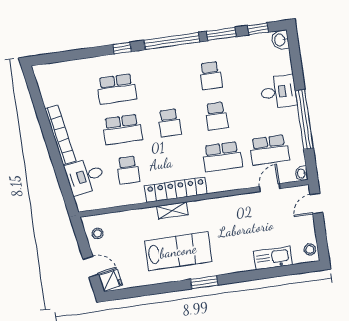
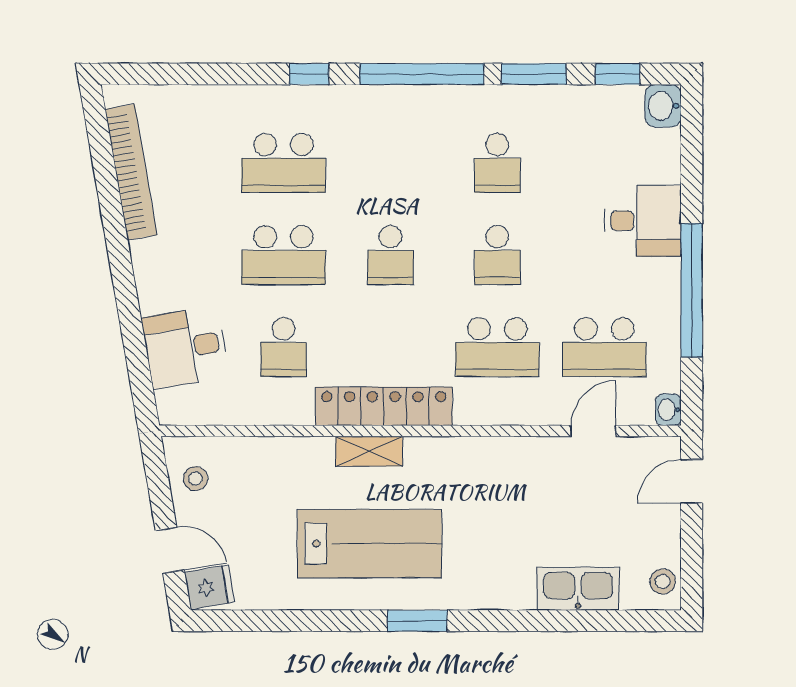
bookcase: (60, 135) -> (131, 172), moved

